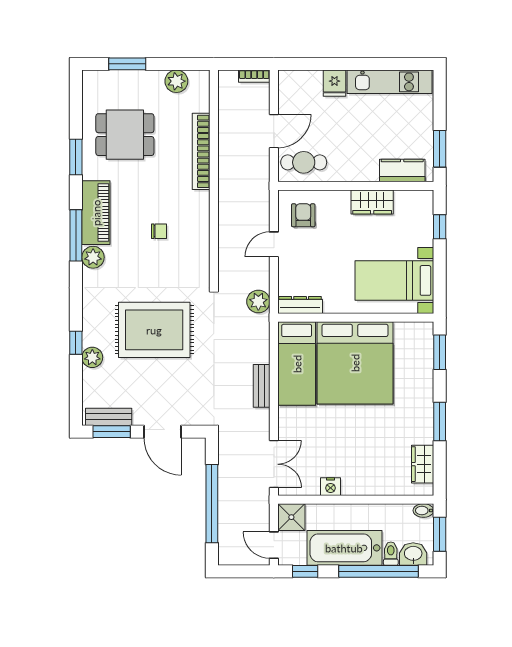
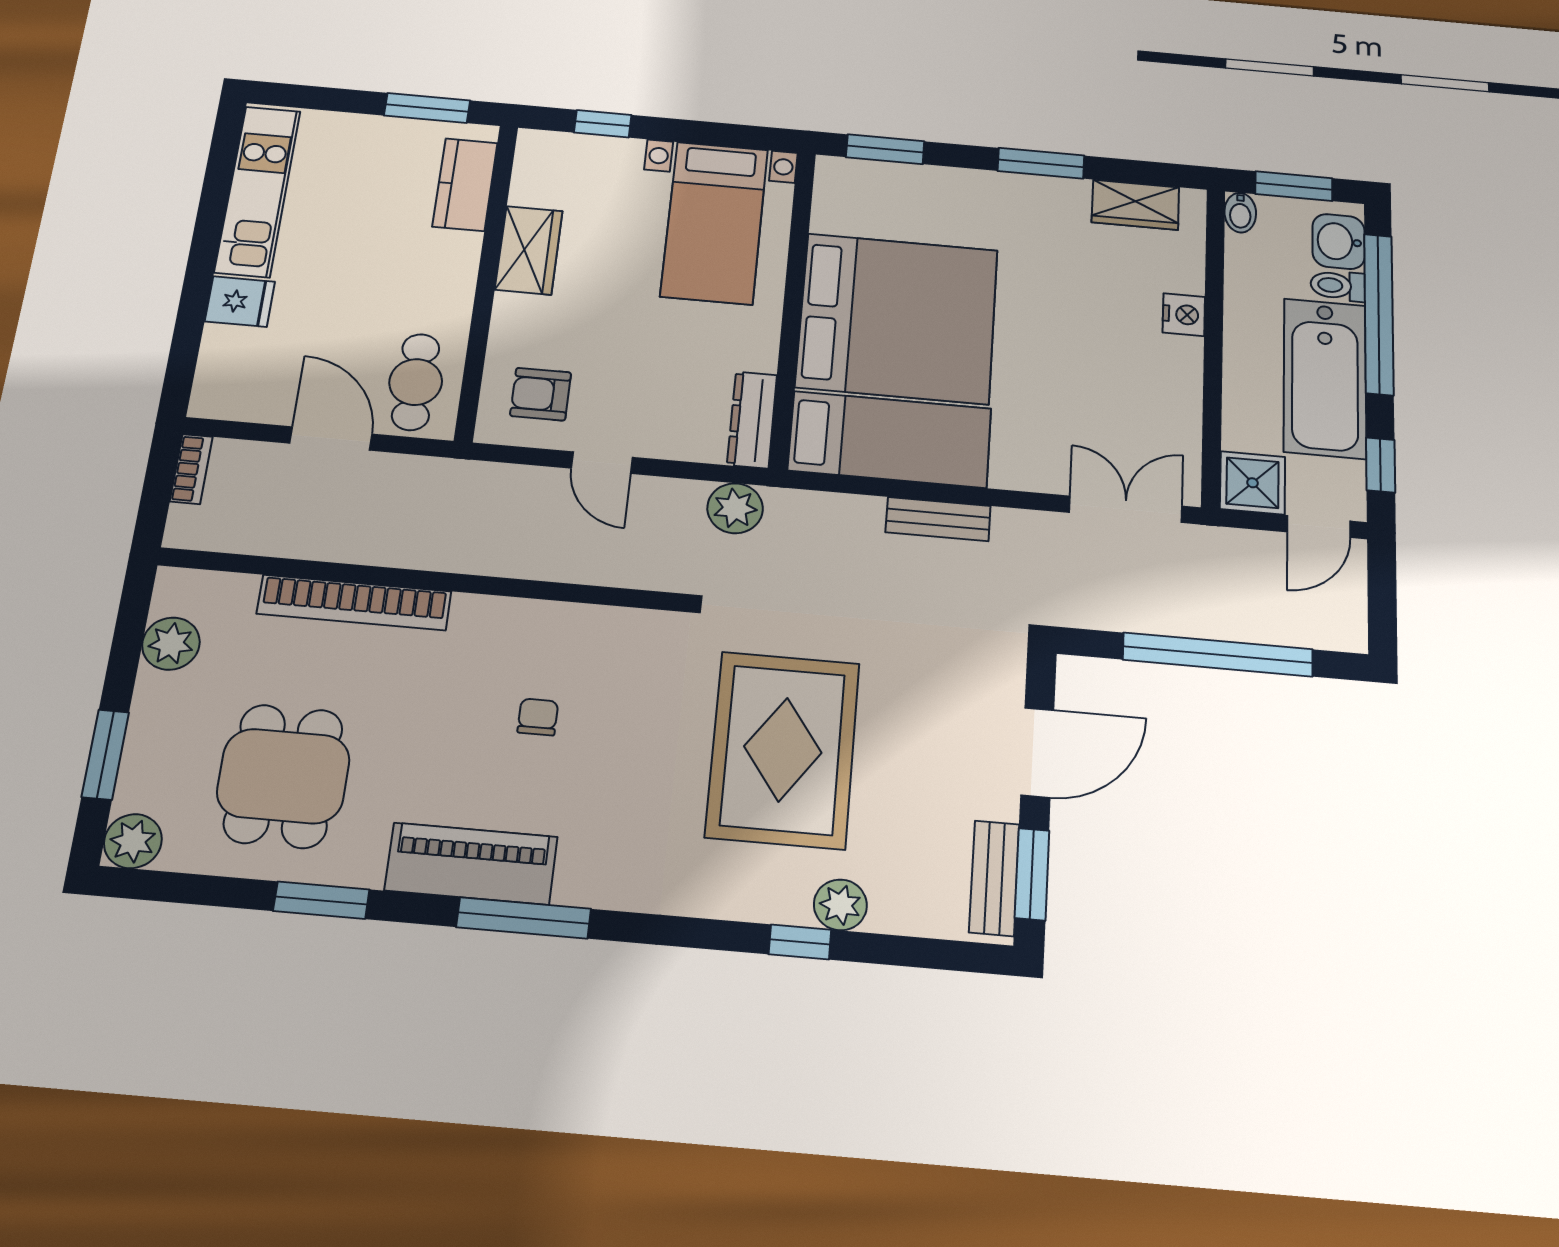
plant: (93, 257) -> (133, 841), moved
nightstand: (331, 487) -> (1184, 315), moved

